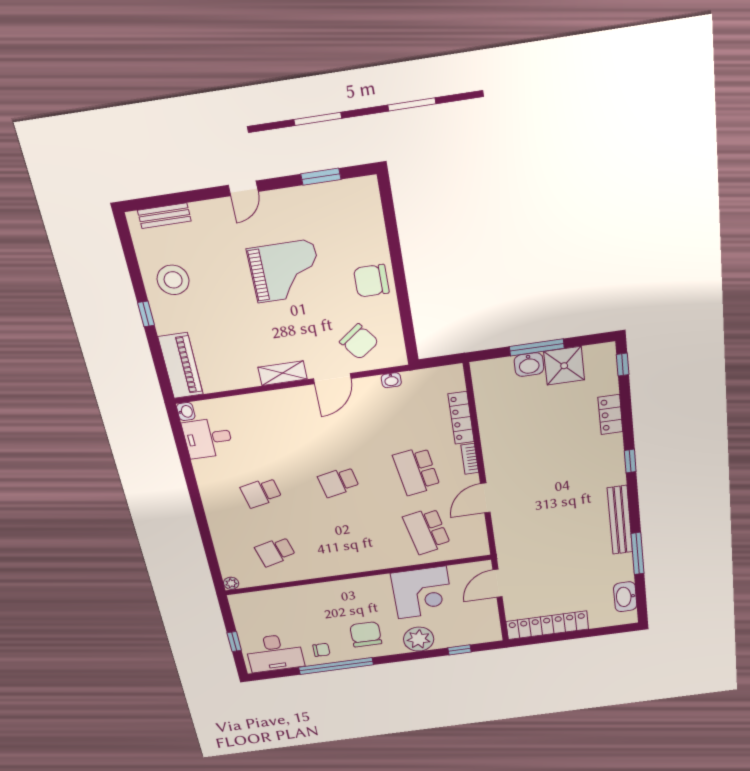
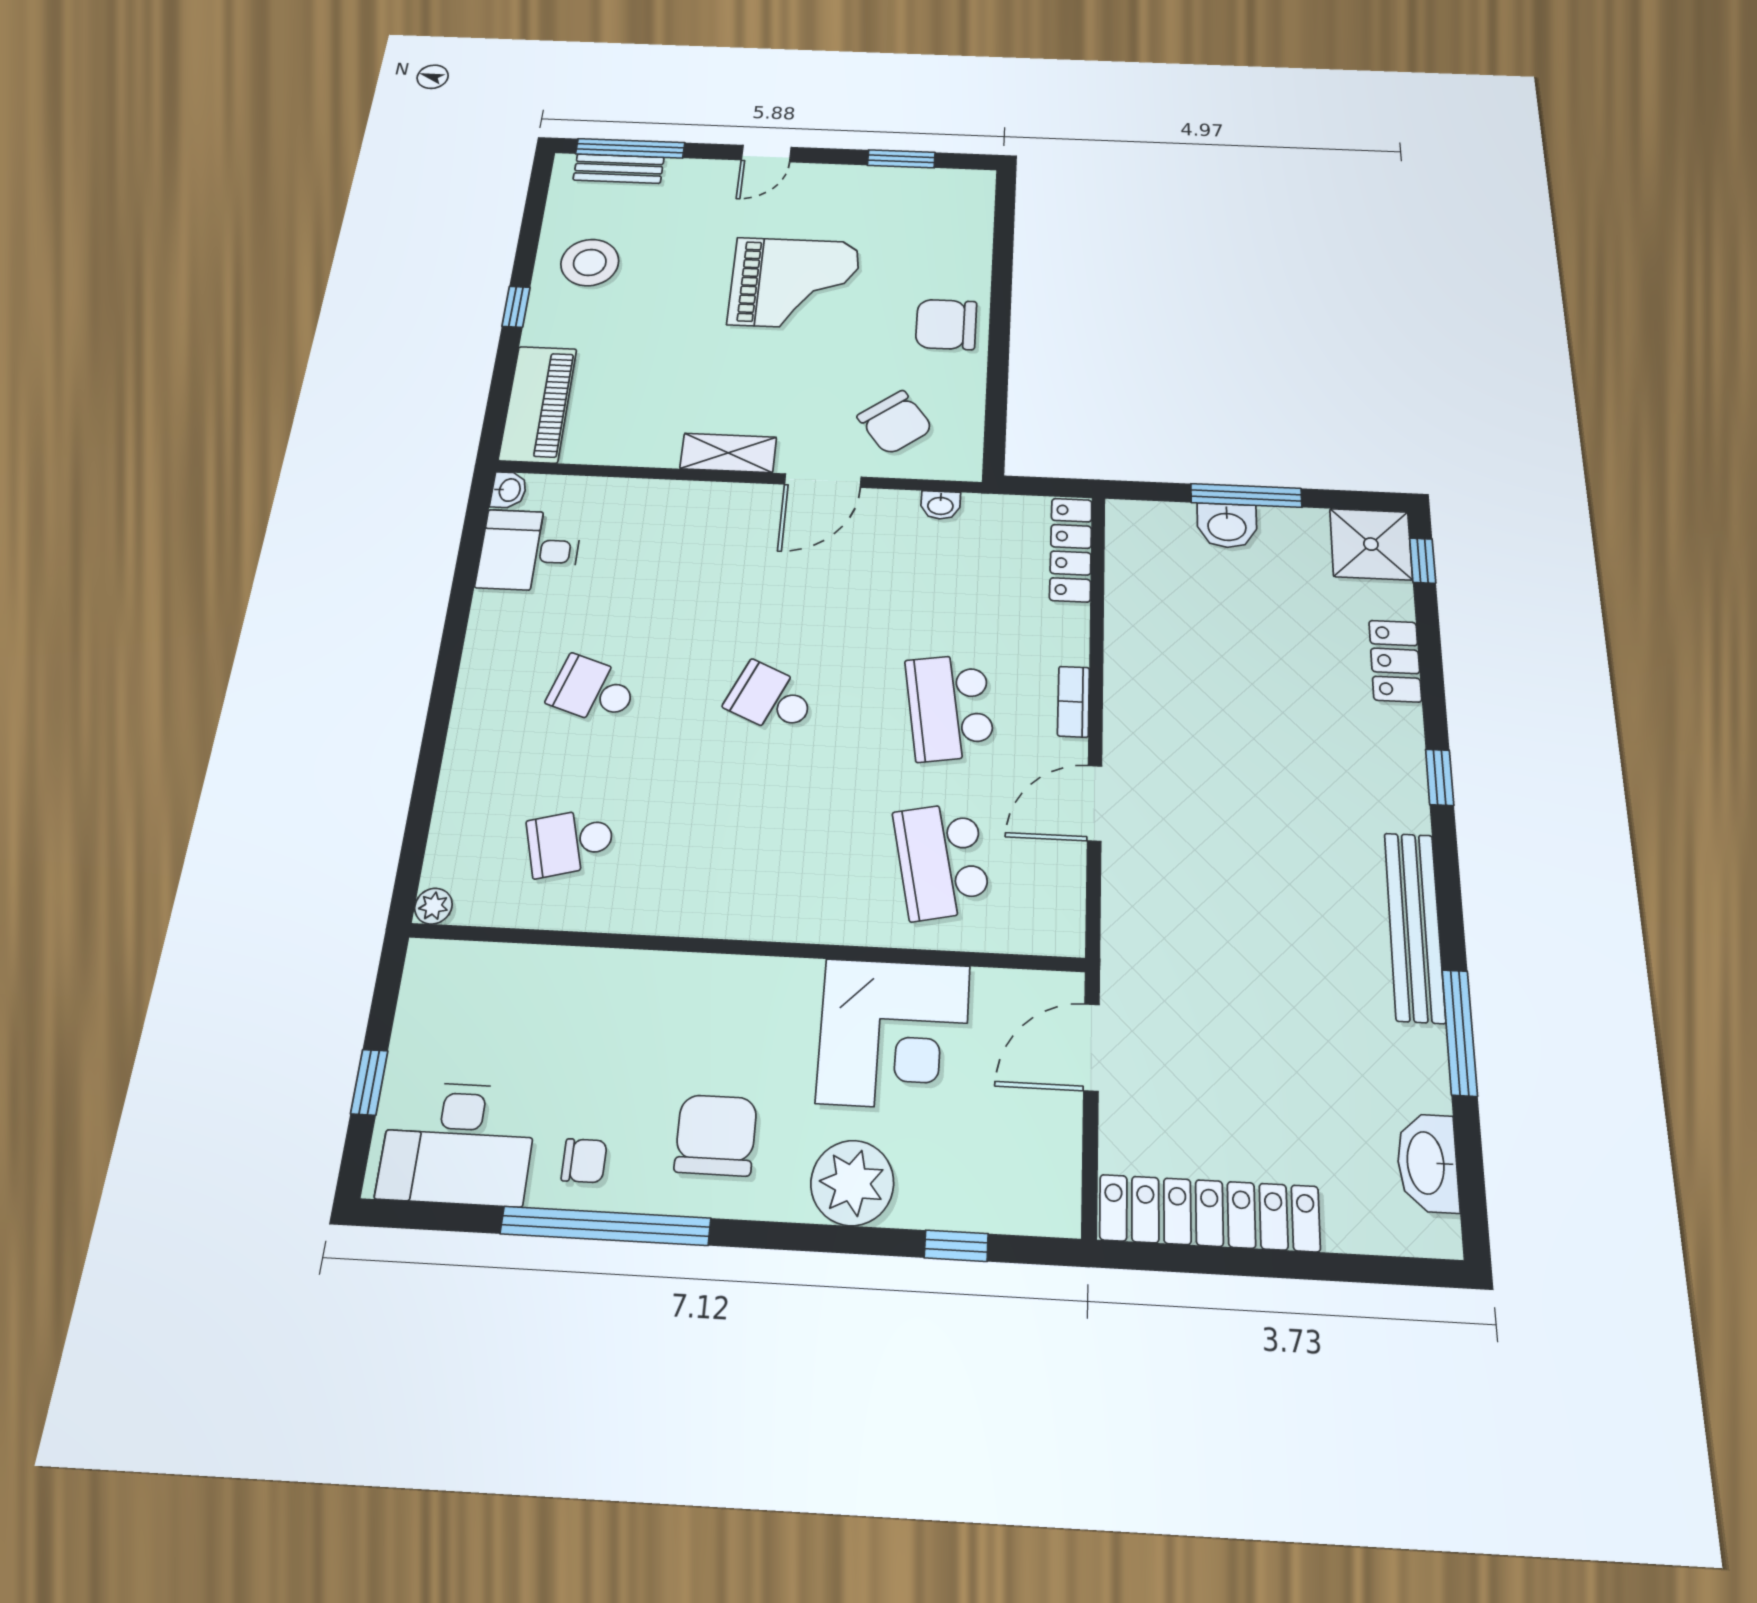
window: (165, 200) -> (630, 148), added
shower: (564, 366) -> (1371, 544), moved
locker: (461, 418) -> (1071, 550), moved
school desk: (339, 482) -> (771, 699), turned 36
school desk: (261, 493) -> (593, 690), turned 30

